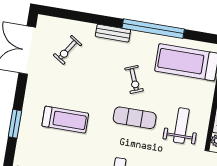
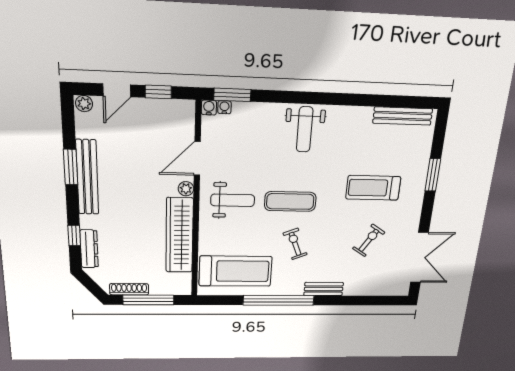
exercise bike: (68, 50) -> (369, 240), moved
weight bench: (181, 126) -> (233, 200), turned -90

